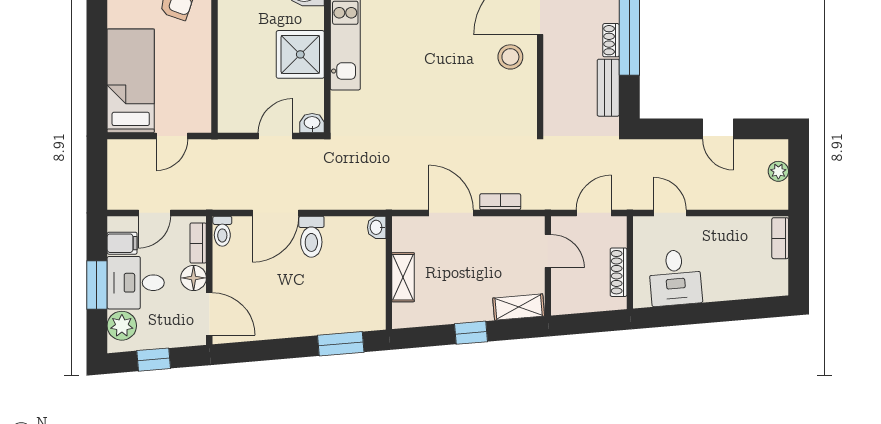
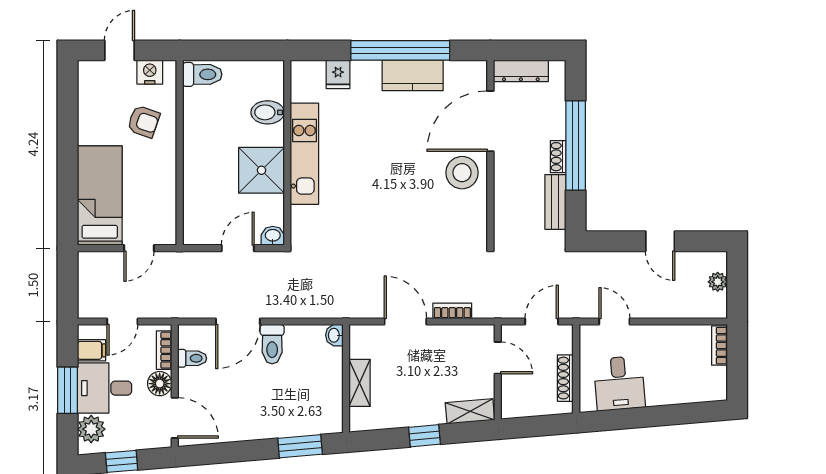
stool: (510, 57) -> (462, 173), width x1.38, depth x1.38
toilet: (222, 231) -> (192, 358), moved, turned -90

